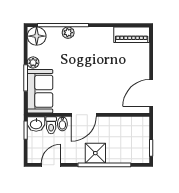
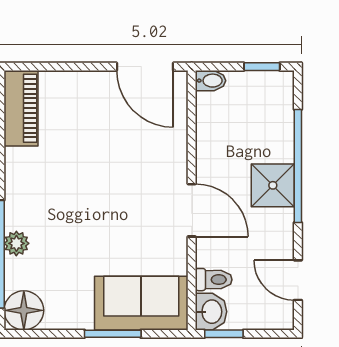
plant: (33, 62) -> (80, 318), removed
bidet: (62, 124) -> (210, 81), moved

